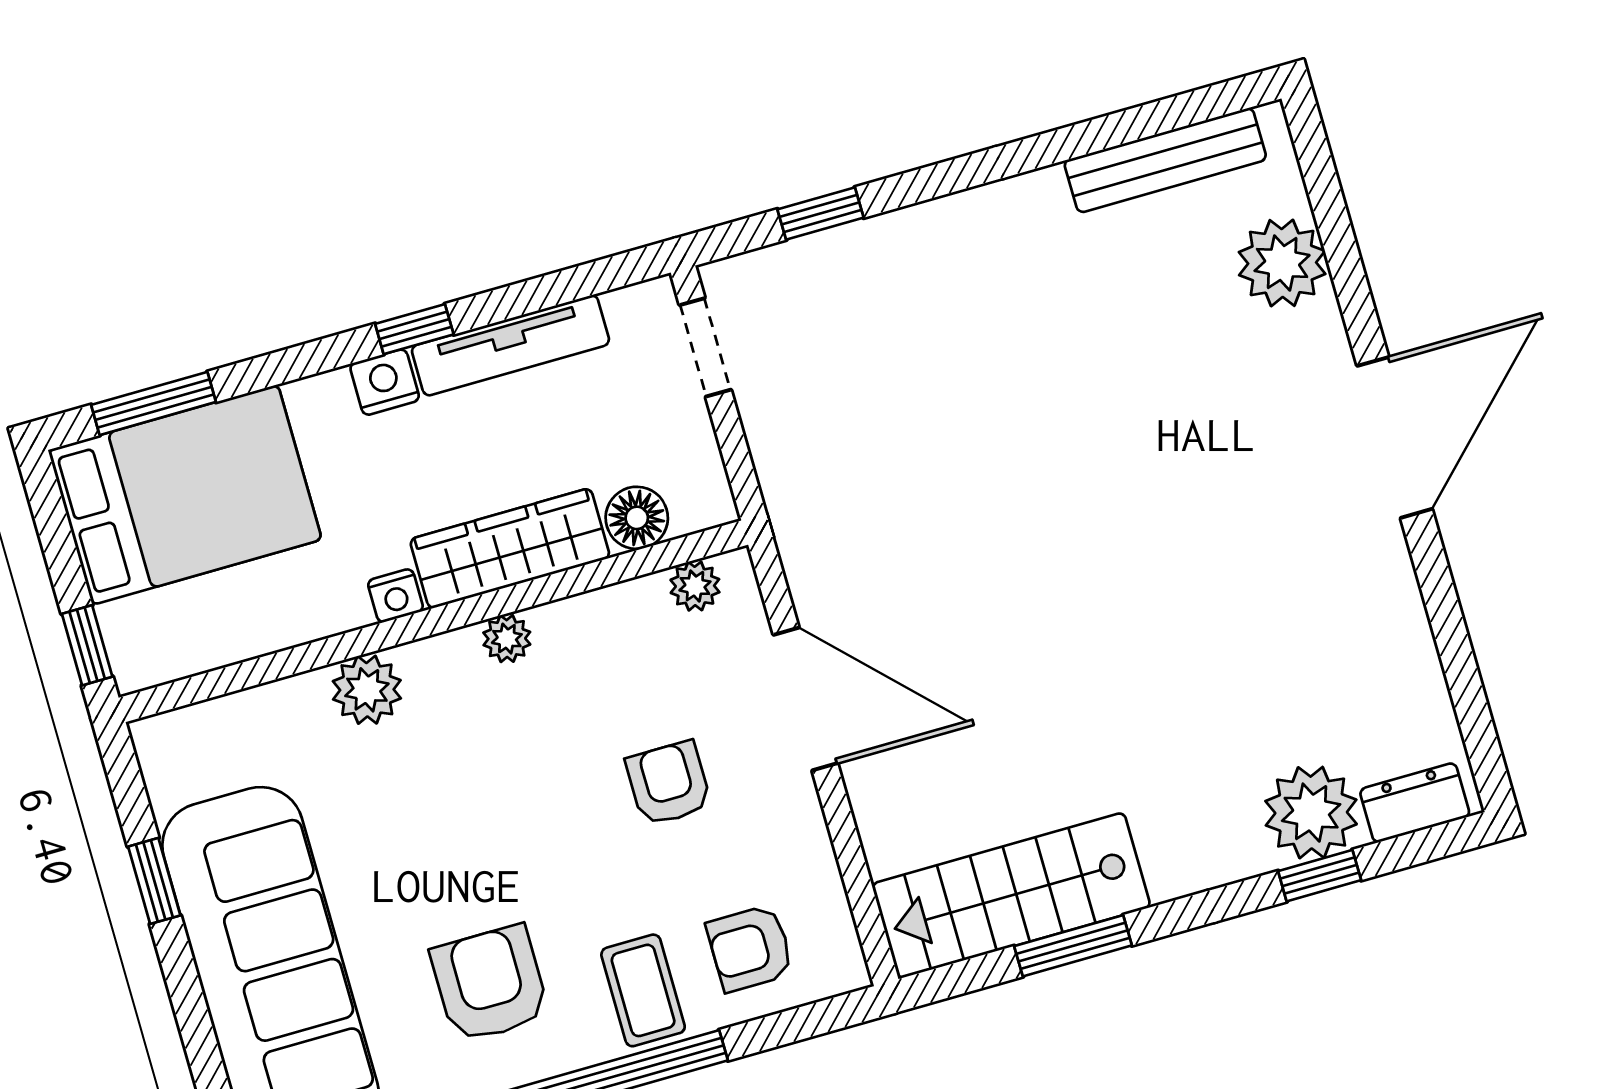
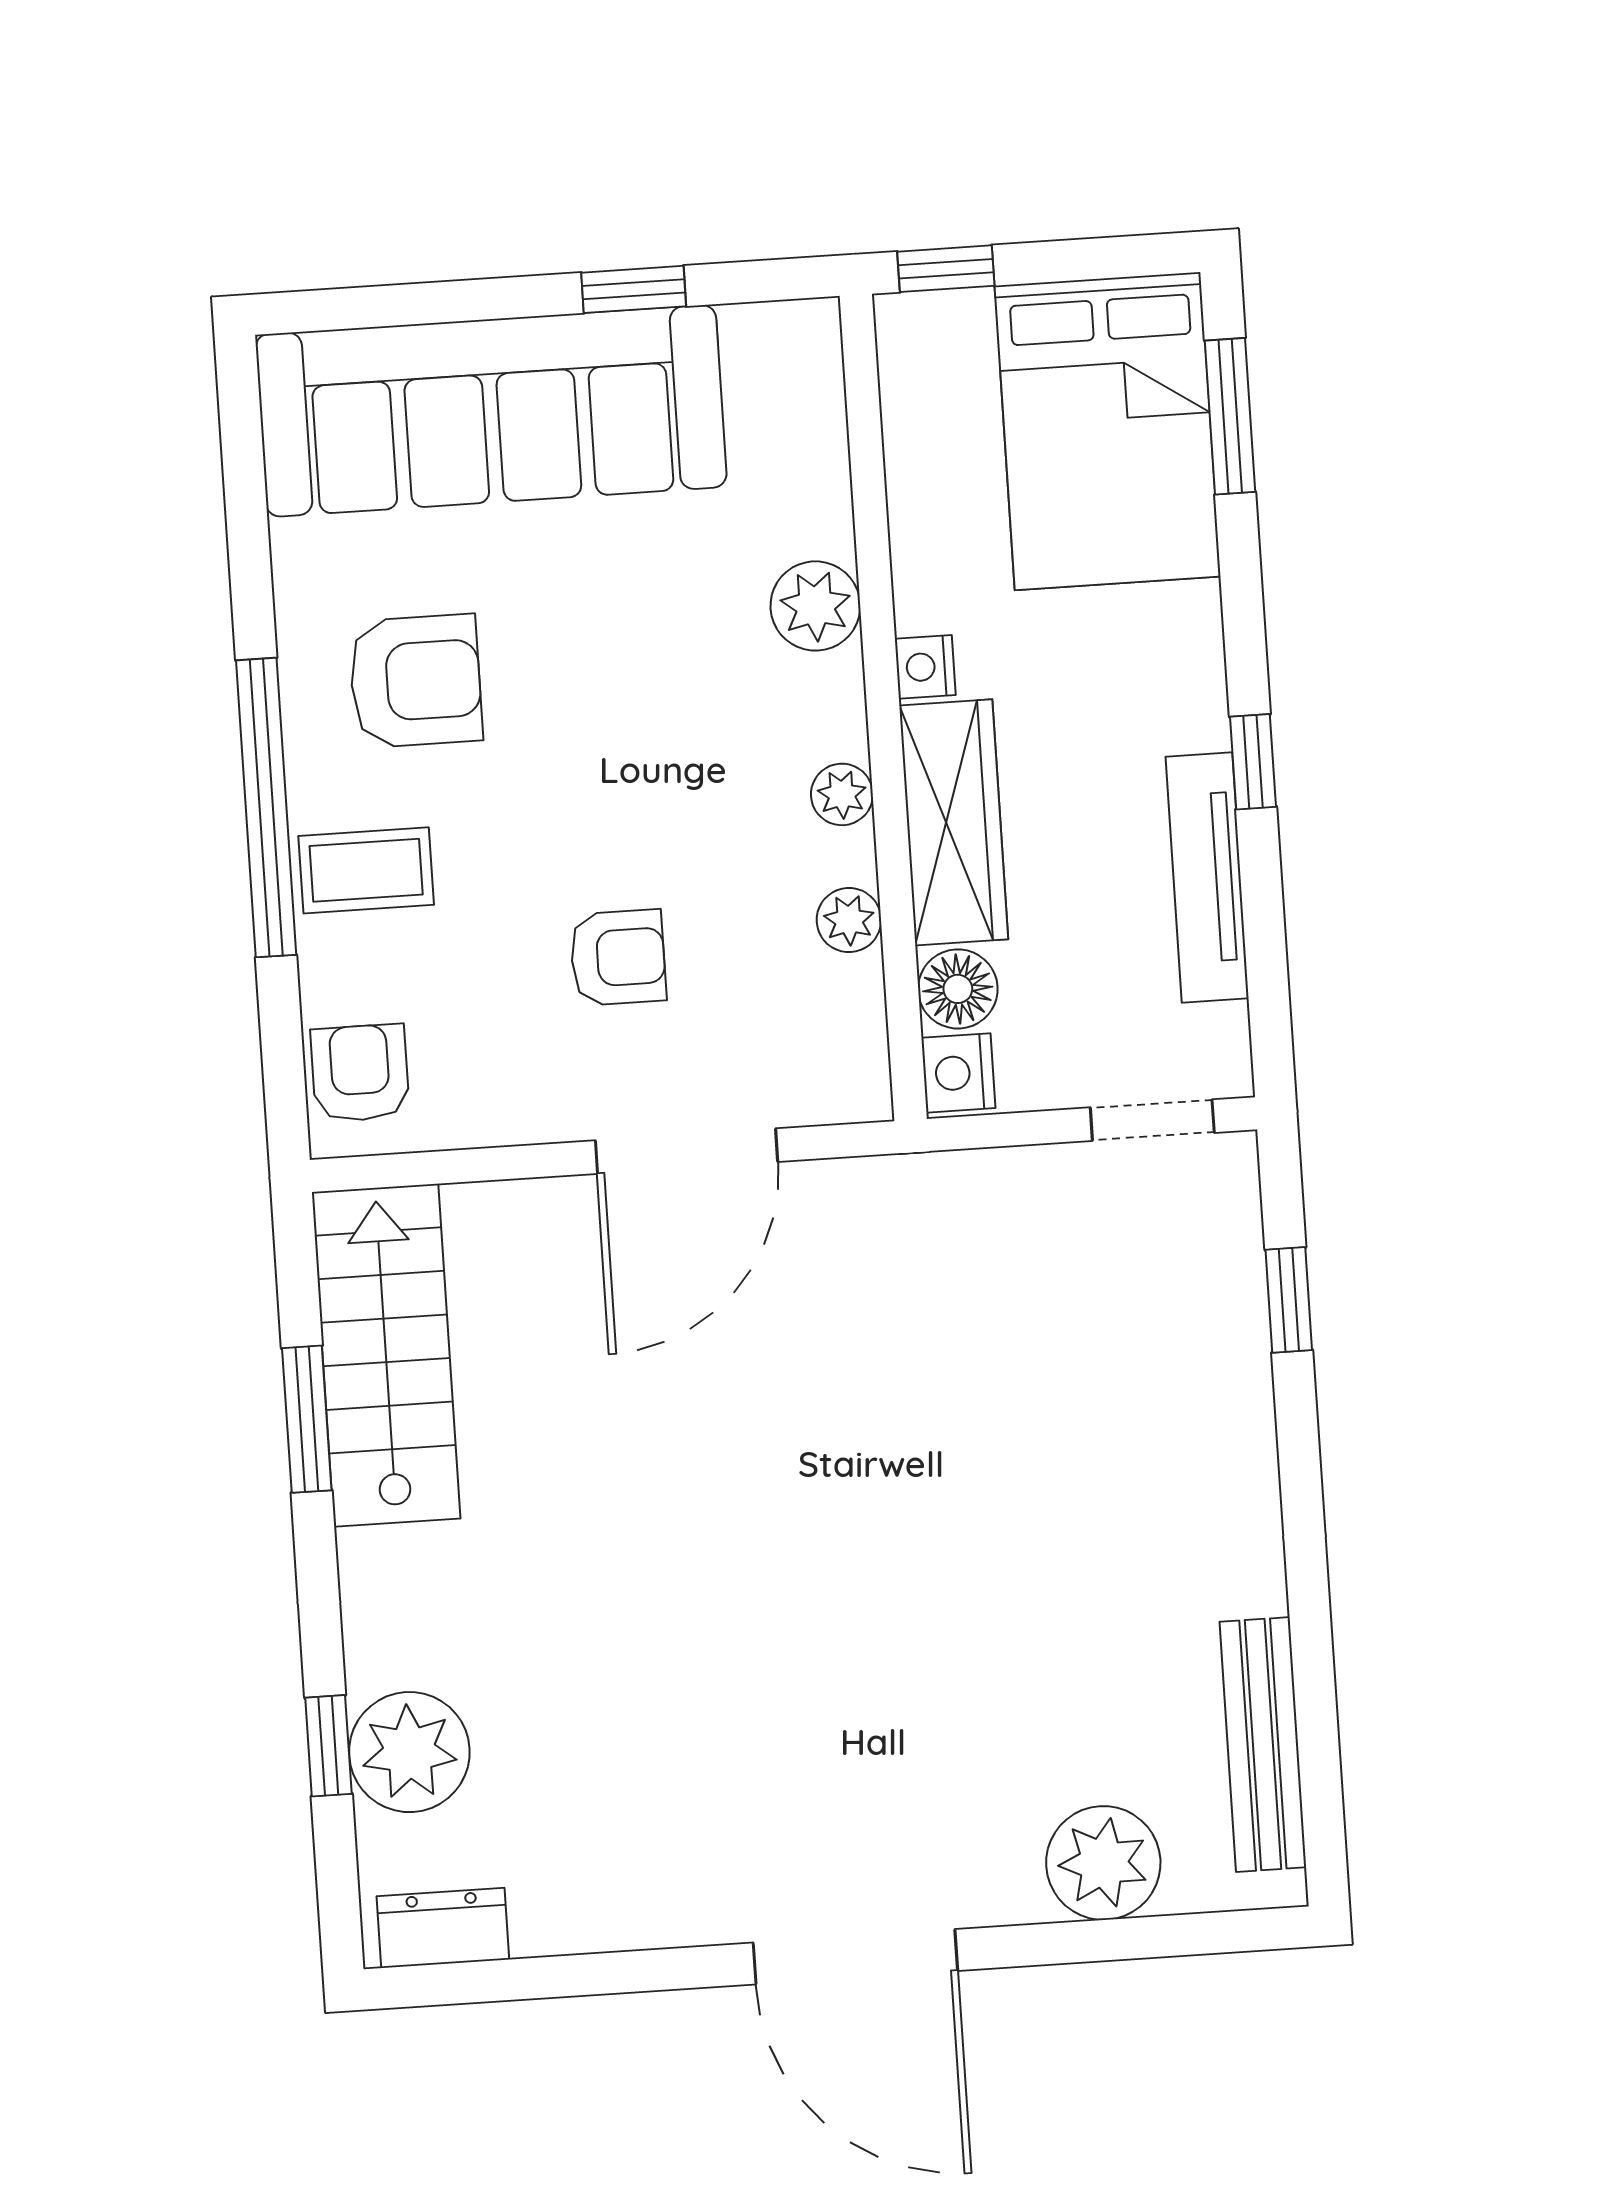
nightstand: (385, 382) -> (958, 1073), moved, turned 180
plant: (695, 586) -> (849, 920), moved
dresser: (1415, 803) -> (443, 1928), moved, turned -90
armchair: (750, 948) -> (360, 1073), moved

